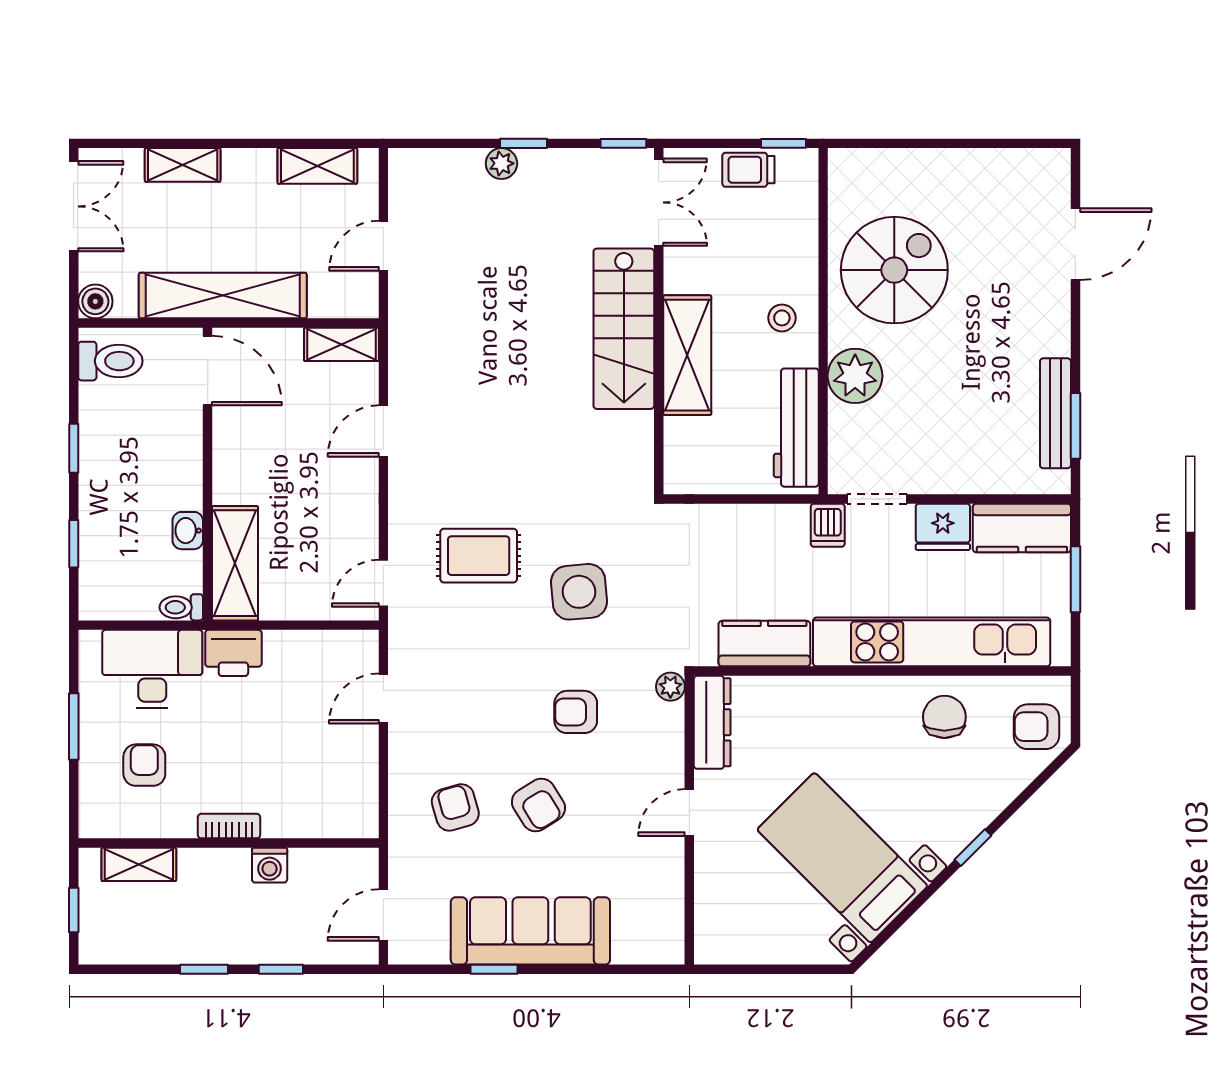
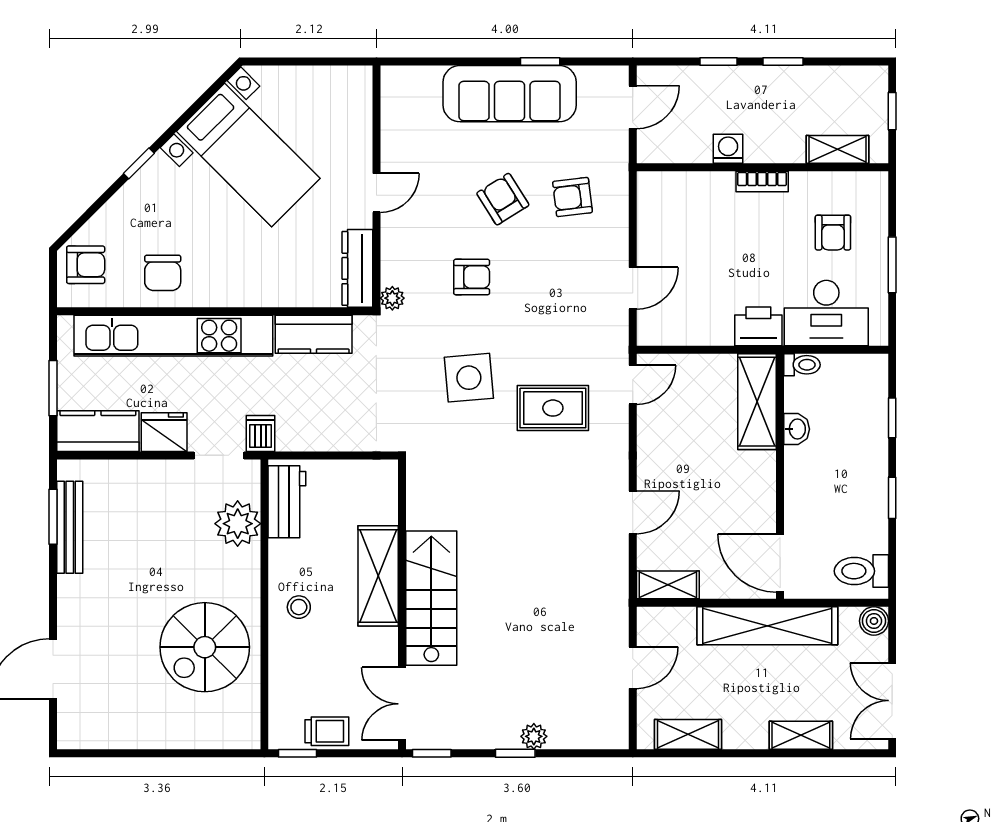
plant: (855, 376) -> (238, 524), moved
workbench: (796, 428) -> (287, 502), width x0.73
armchair: (455, 807) -> (572, 197), turned 99

